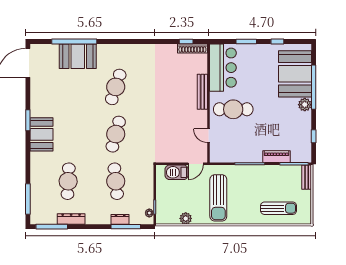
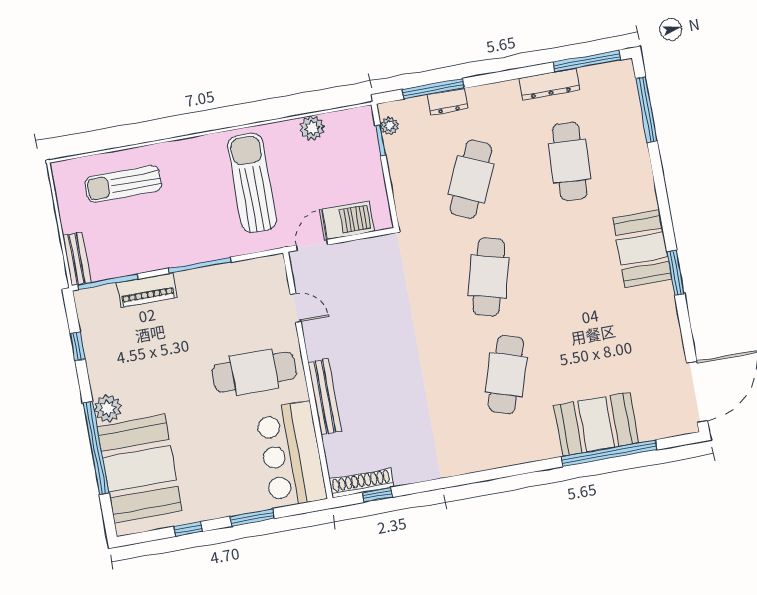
cafe table: (116, 181) -> (471, 179), turned 30

